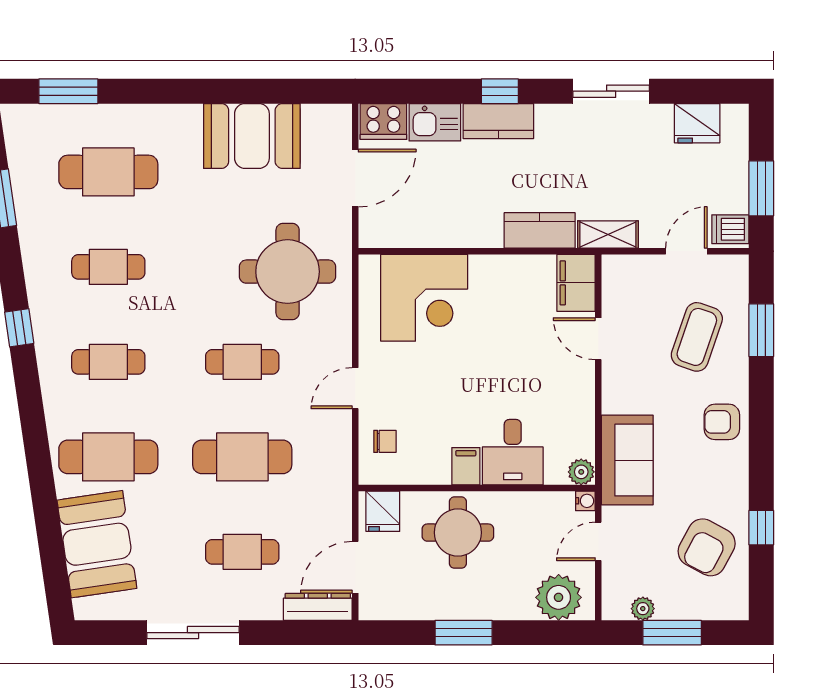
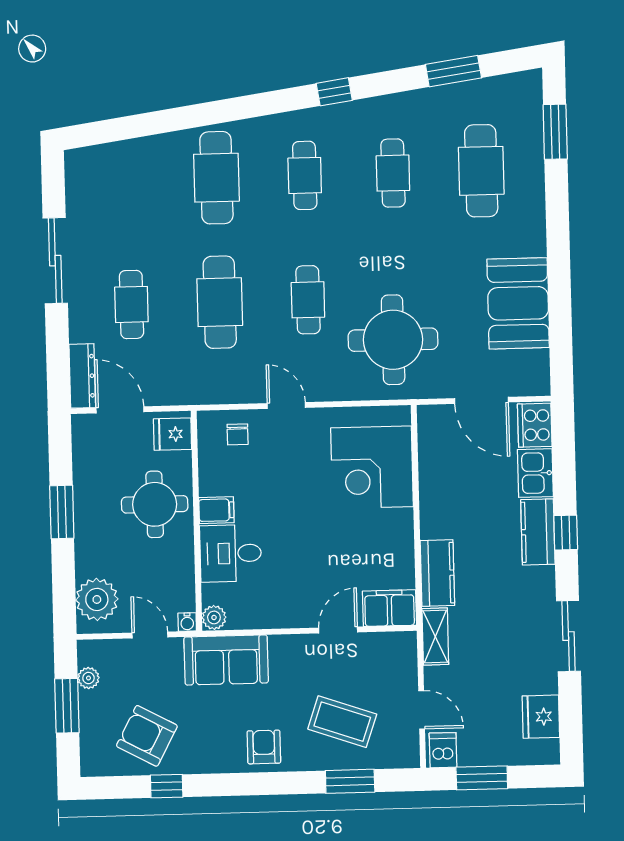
booth: (97, 544) -> (135, 169), removed

